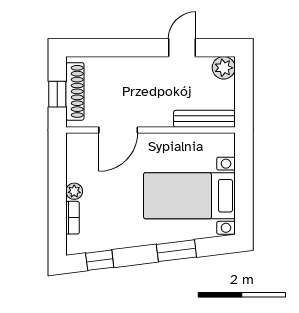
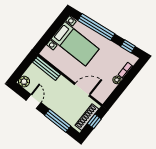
window: (118, 48) -> (58, 121), added
door: (182, 48) -> (34, 102), swing flipped
window: (176, 251) -> (96, 27), width x2.11

